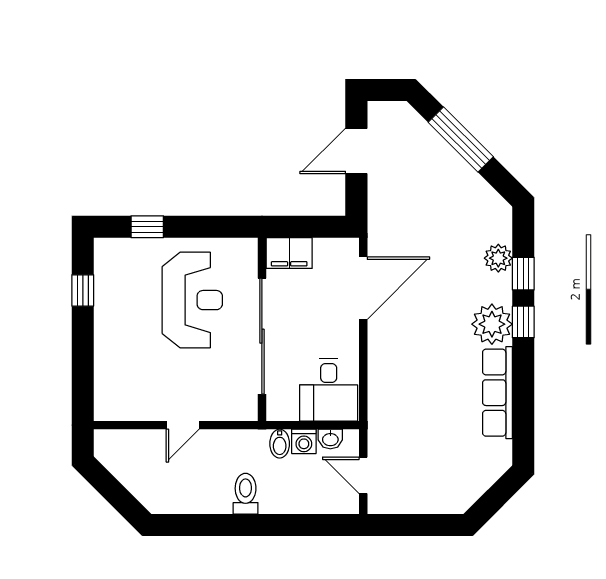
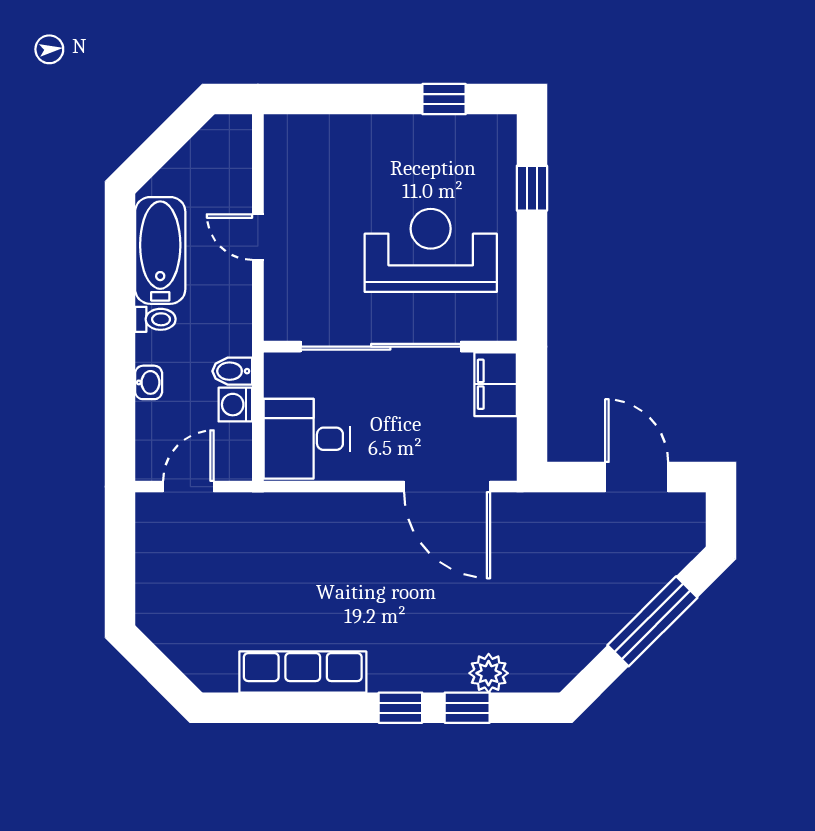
reception desk: (192, 300) -> (431, 250), turned 180
plant: (492, 324) -> (397, 664), removed
washbasin: (330, 439) -> (149, 382), moved, turned 180
toilet: (246, 494) -> (155, 319), width x0.73, depth x0.72
bathtub: (192, 496) -> (160, 250), added

